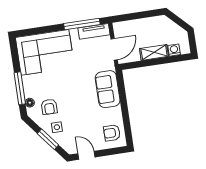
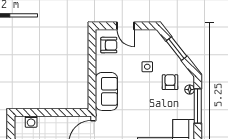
shelving: (154, 52) -> (52, 122), removed
side table: (57, 127) -> (147, 67), moved
door: (86, 155) -> (126, 26), moved

